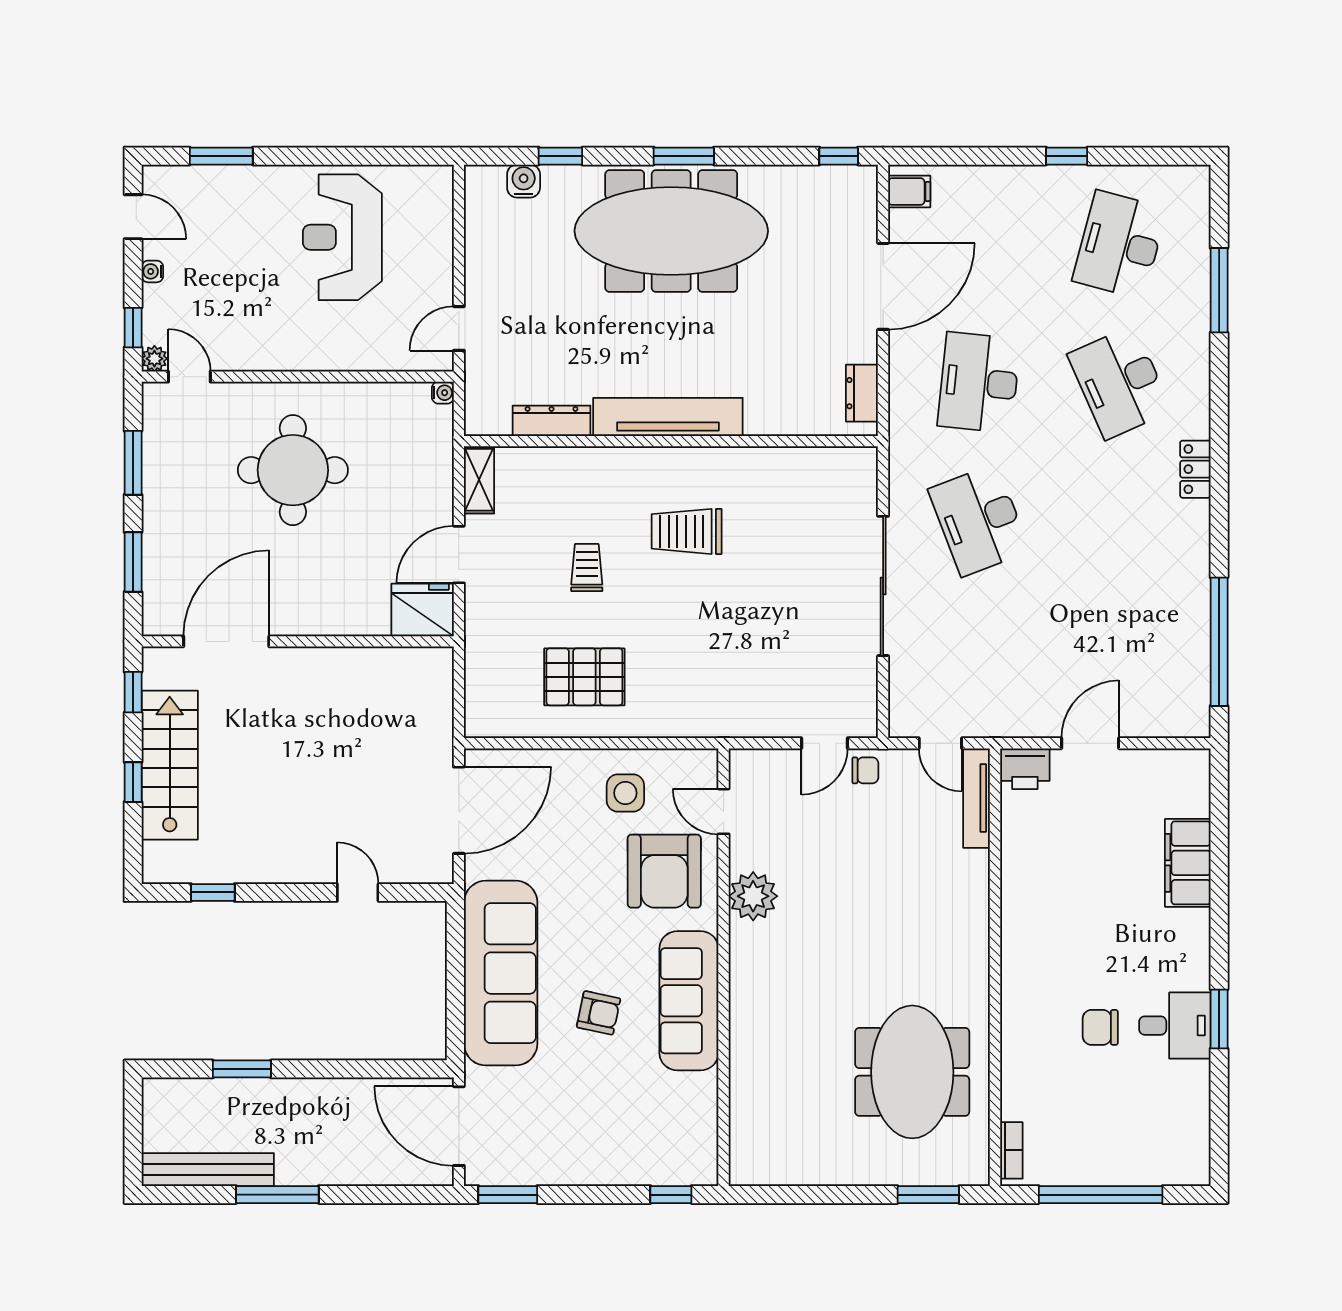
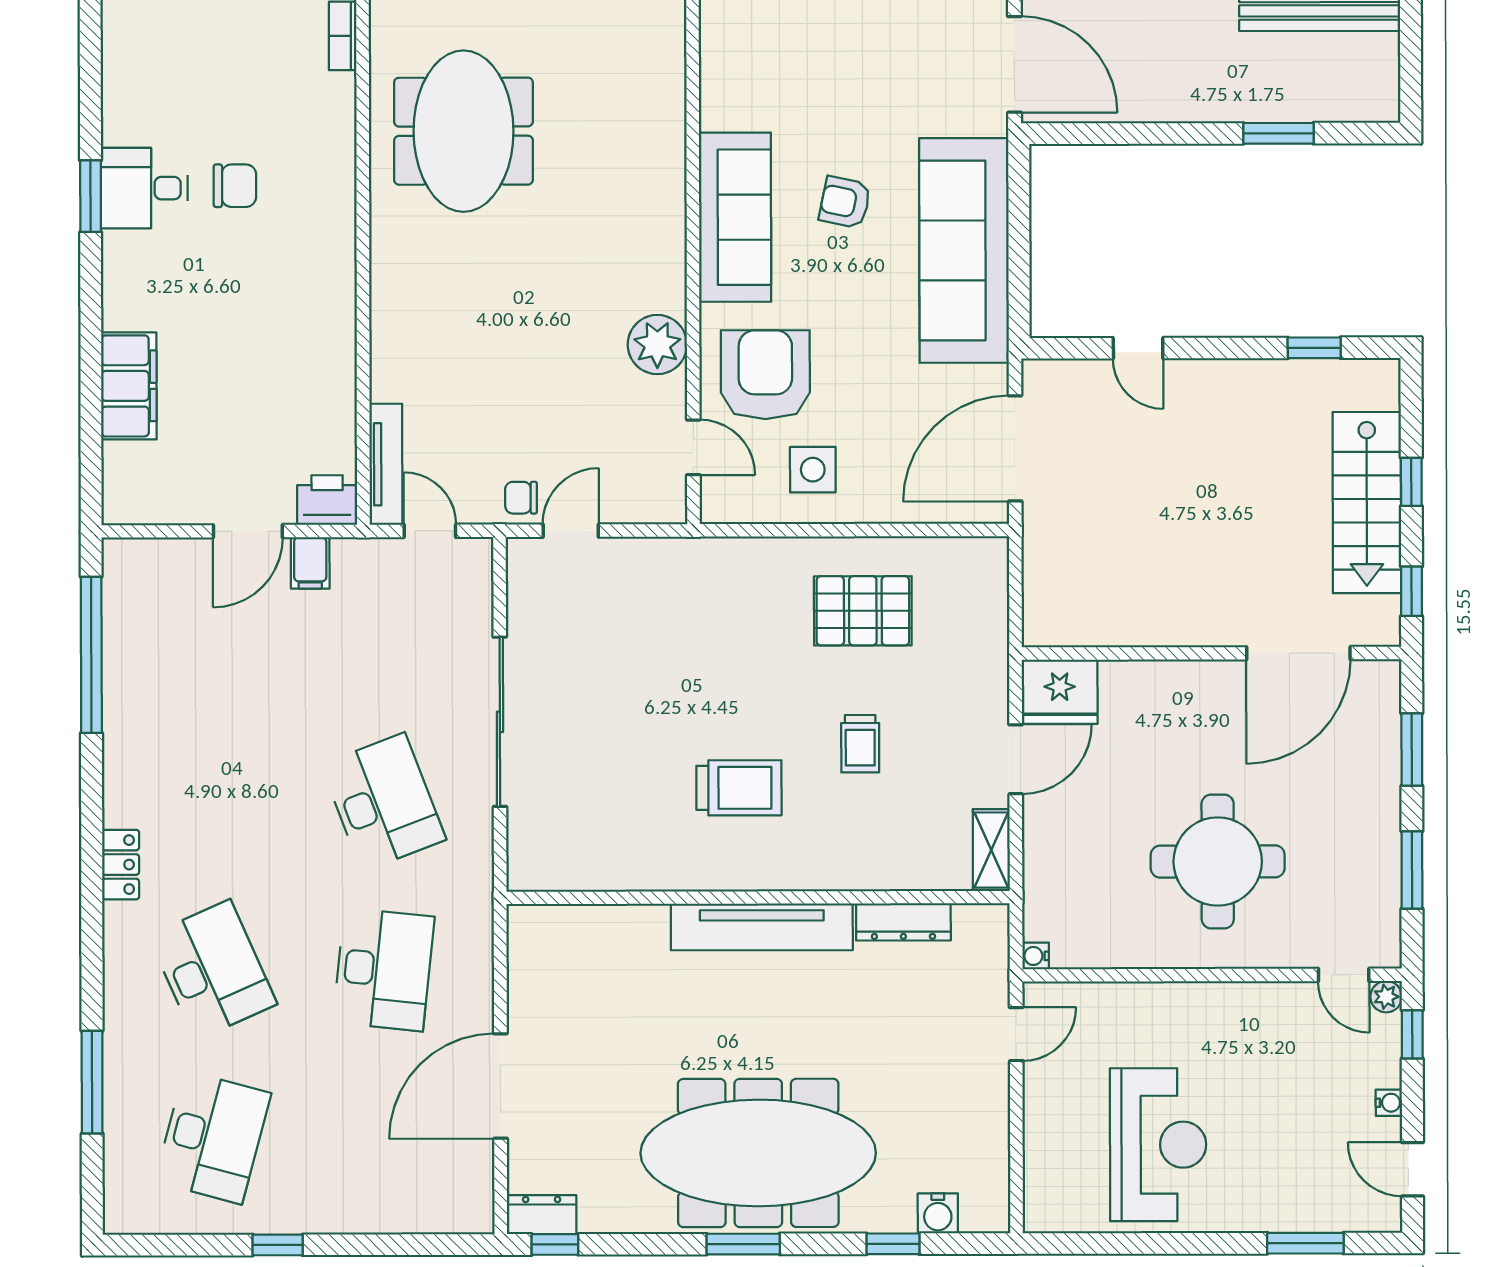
filing cabinet: (909, 191) -> (310, 563), moved, turned -90
dresser: (862, 393) -> (542, 1215), moved, turned -90

